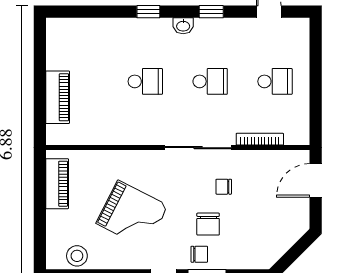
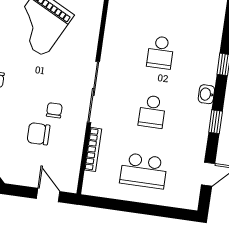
school desk: (275, 81) -> (144, 171), width x1.85
door: (316, 180) -> (48, 195), width x0.73
chair: (208, 224) -> (38, 134), moved

